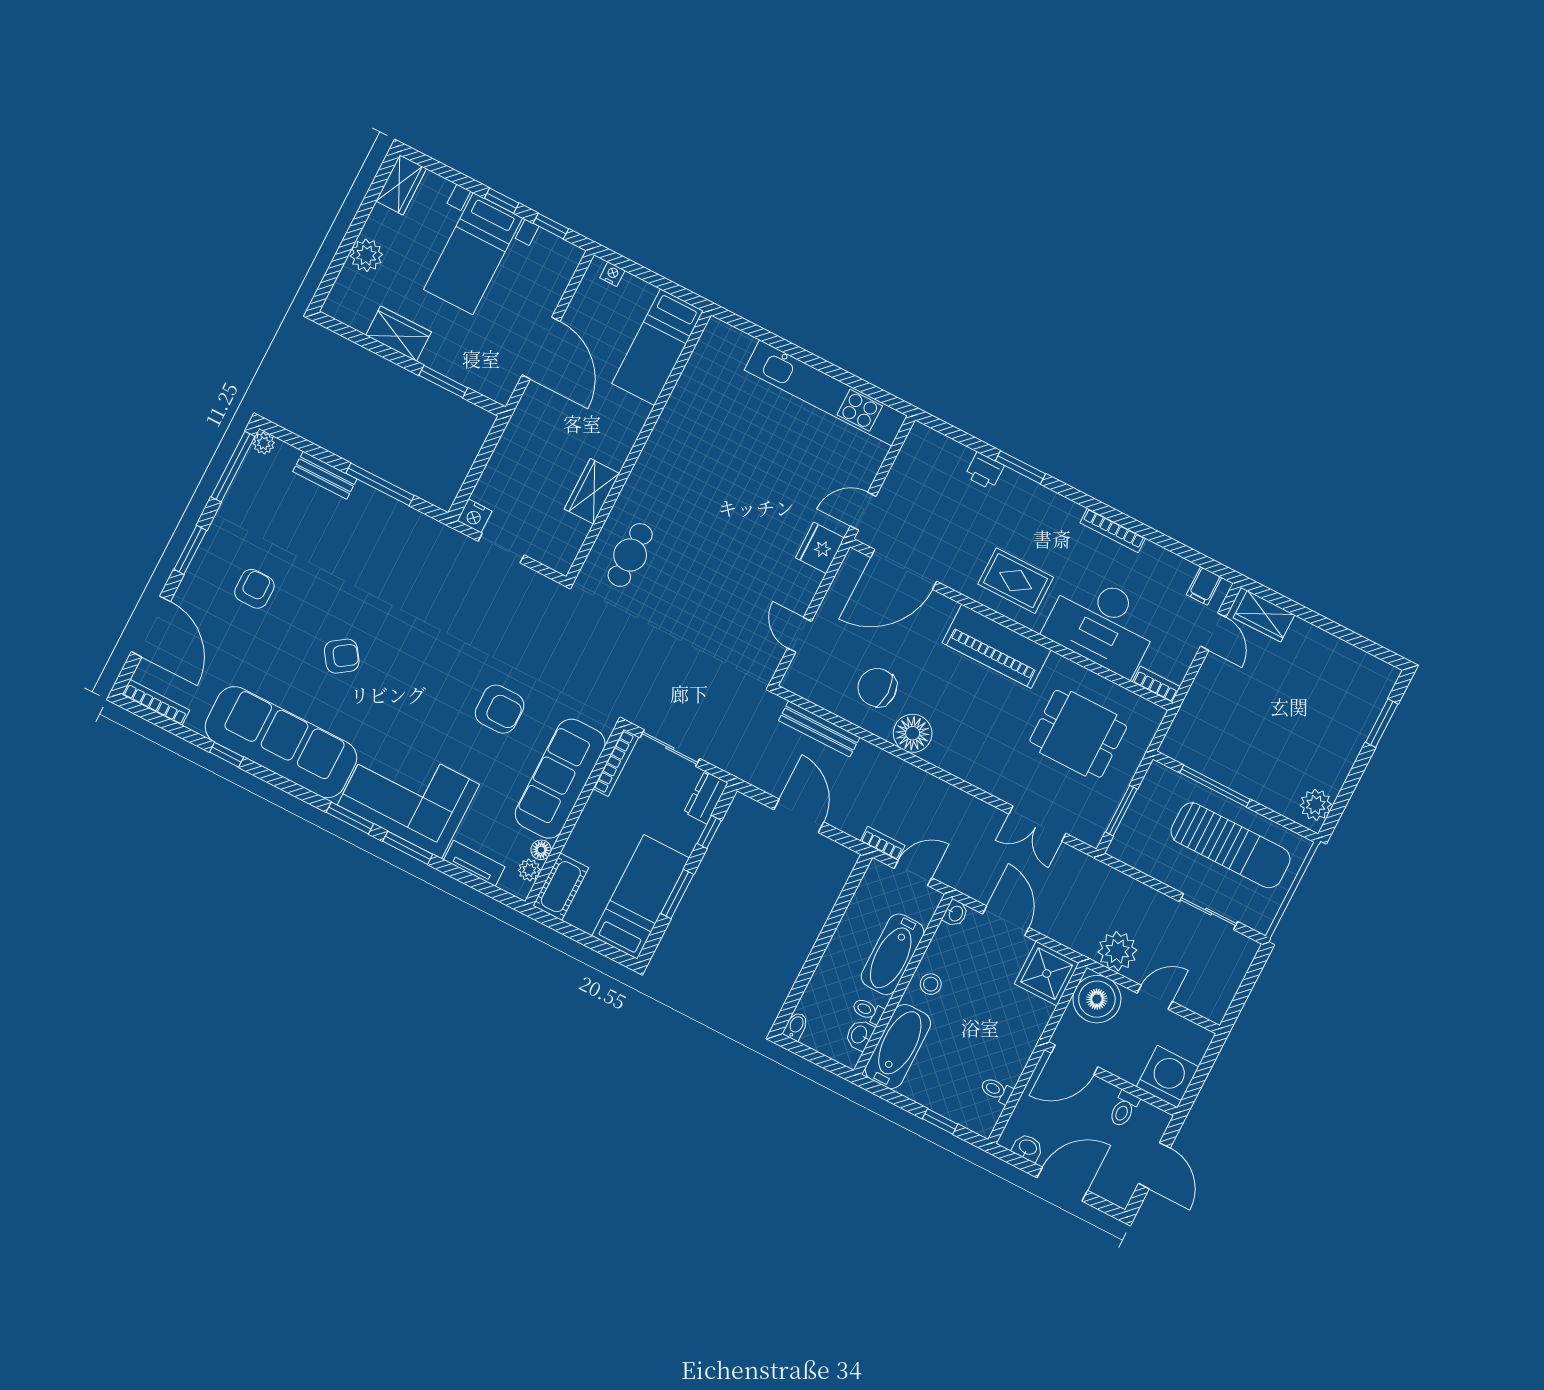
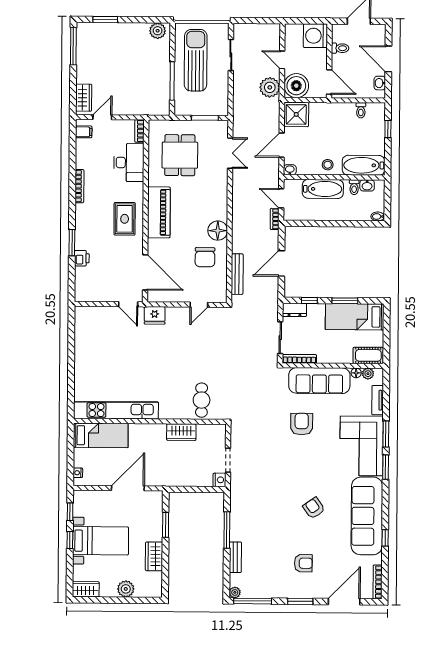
kitchen unit: (826, 393) -> (116, 410), moved, turned -90
cafe table: (630, 555) -> (202, 400), turned 90
armchair: (254, 589) -> (303, 563), turned 180
desk: (1102, 624) -> (129, 163), width x0.73, depth x0.77
window: (1363, 644) -> (73, 46), added

